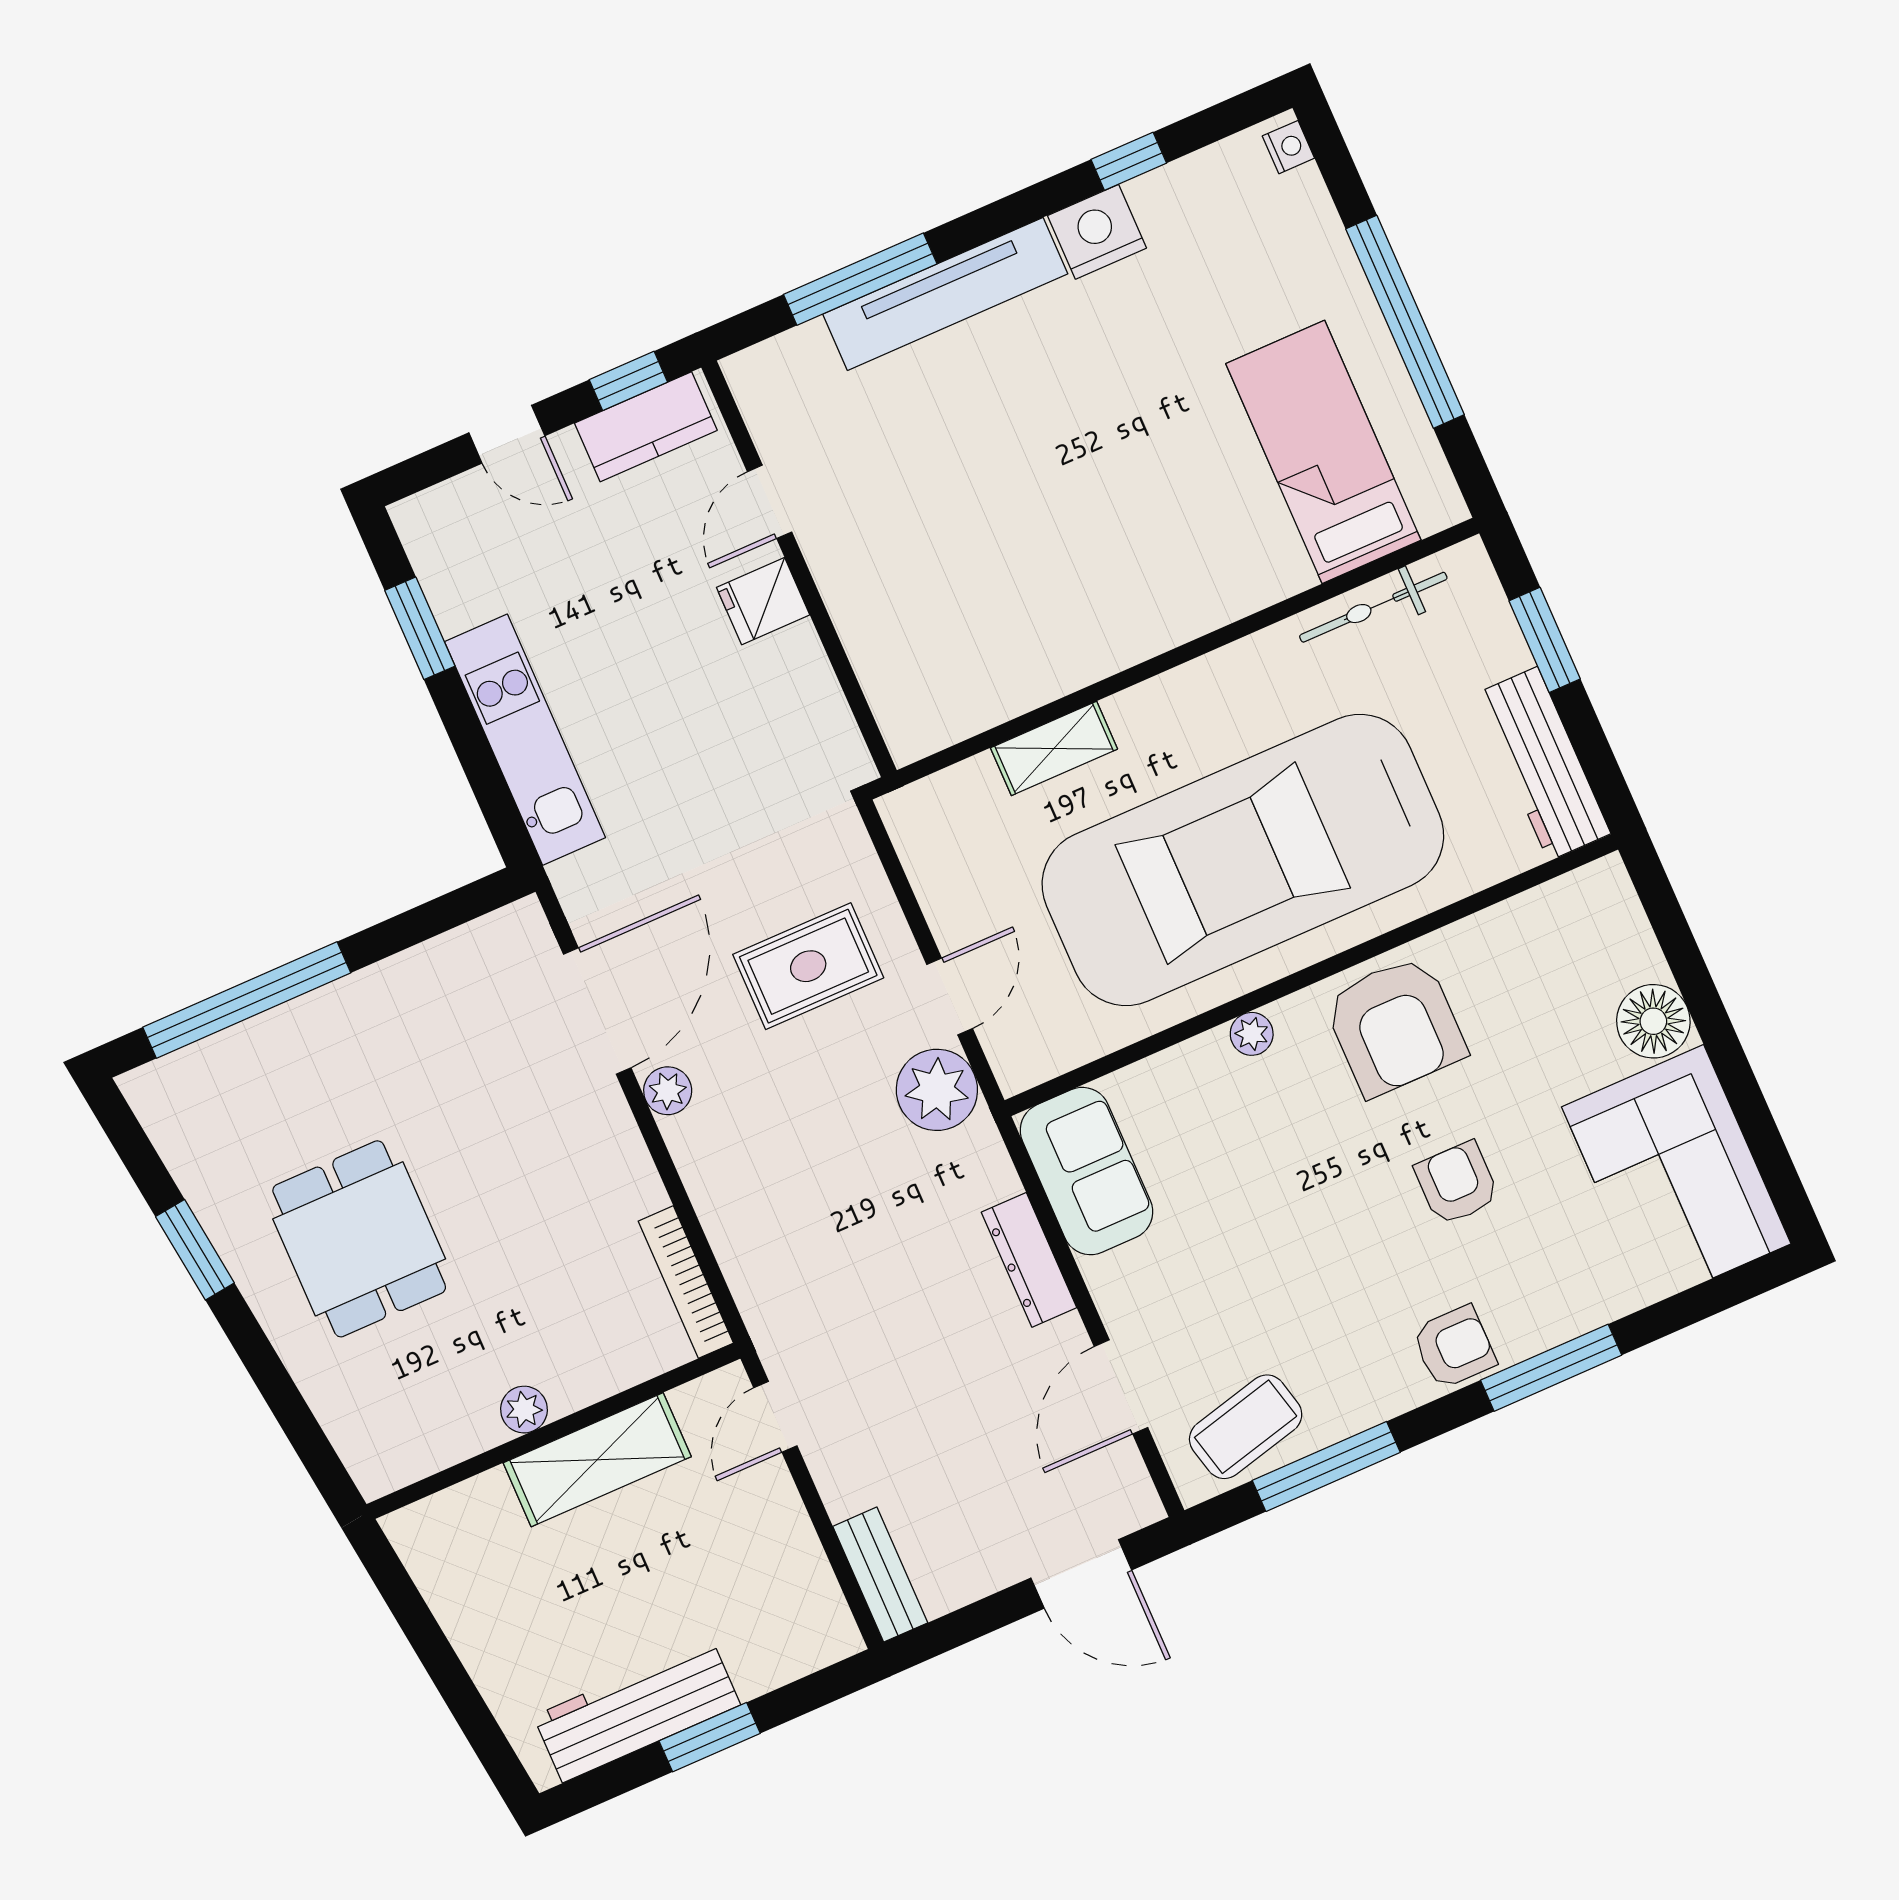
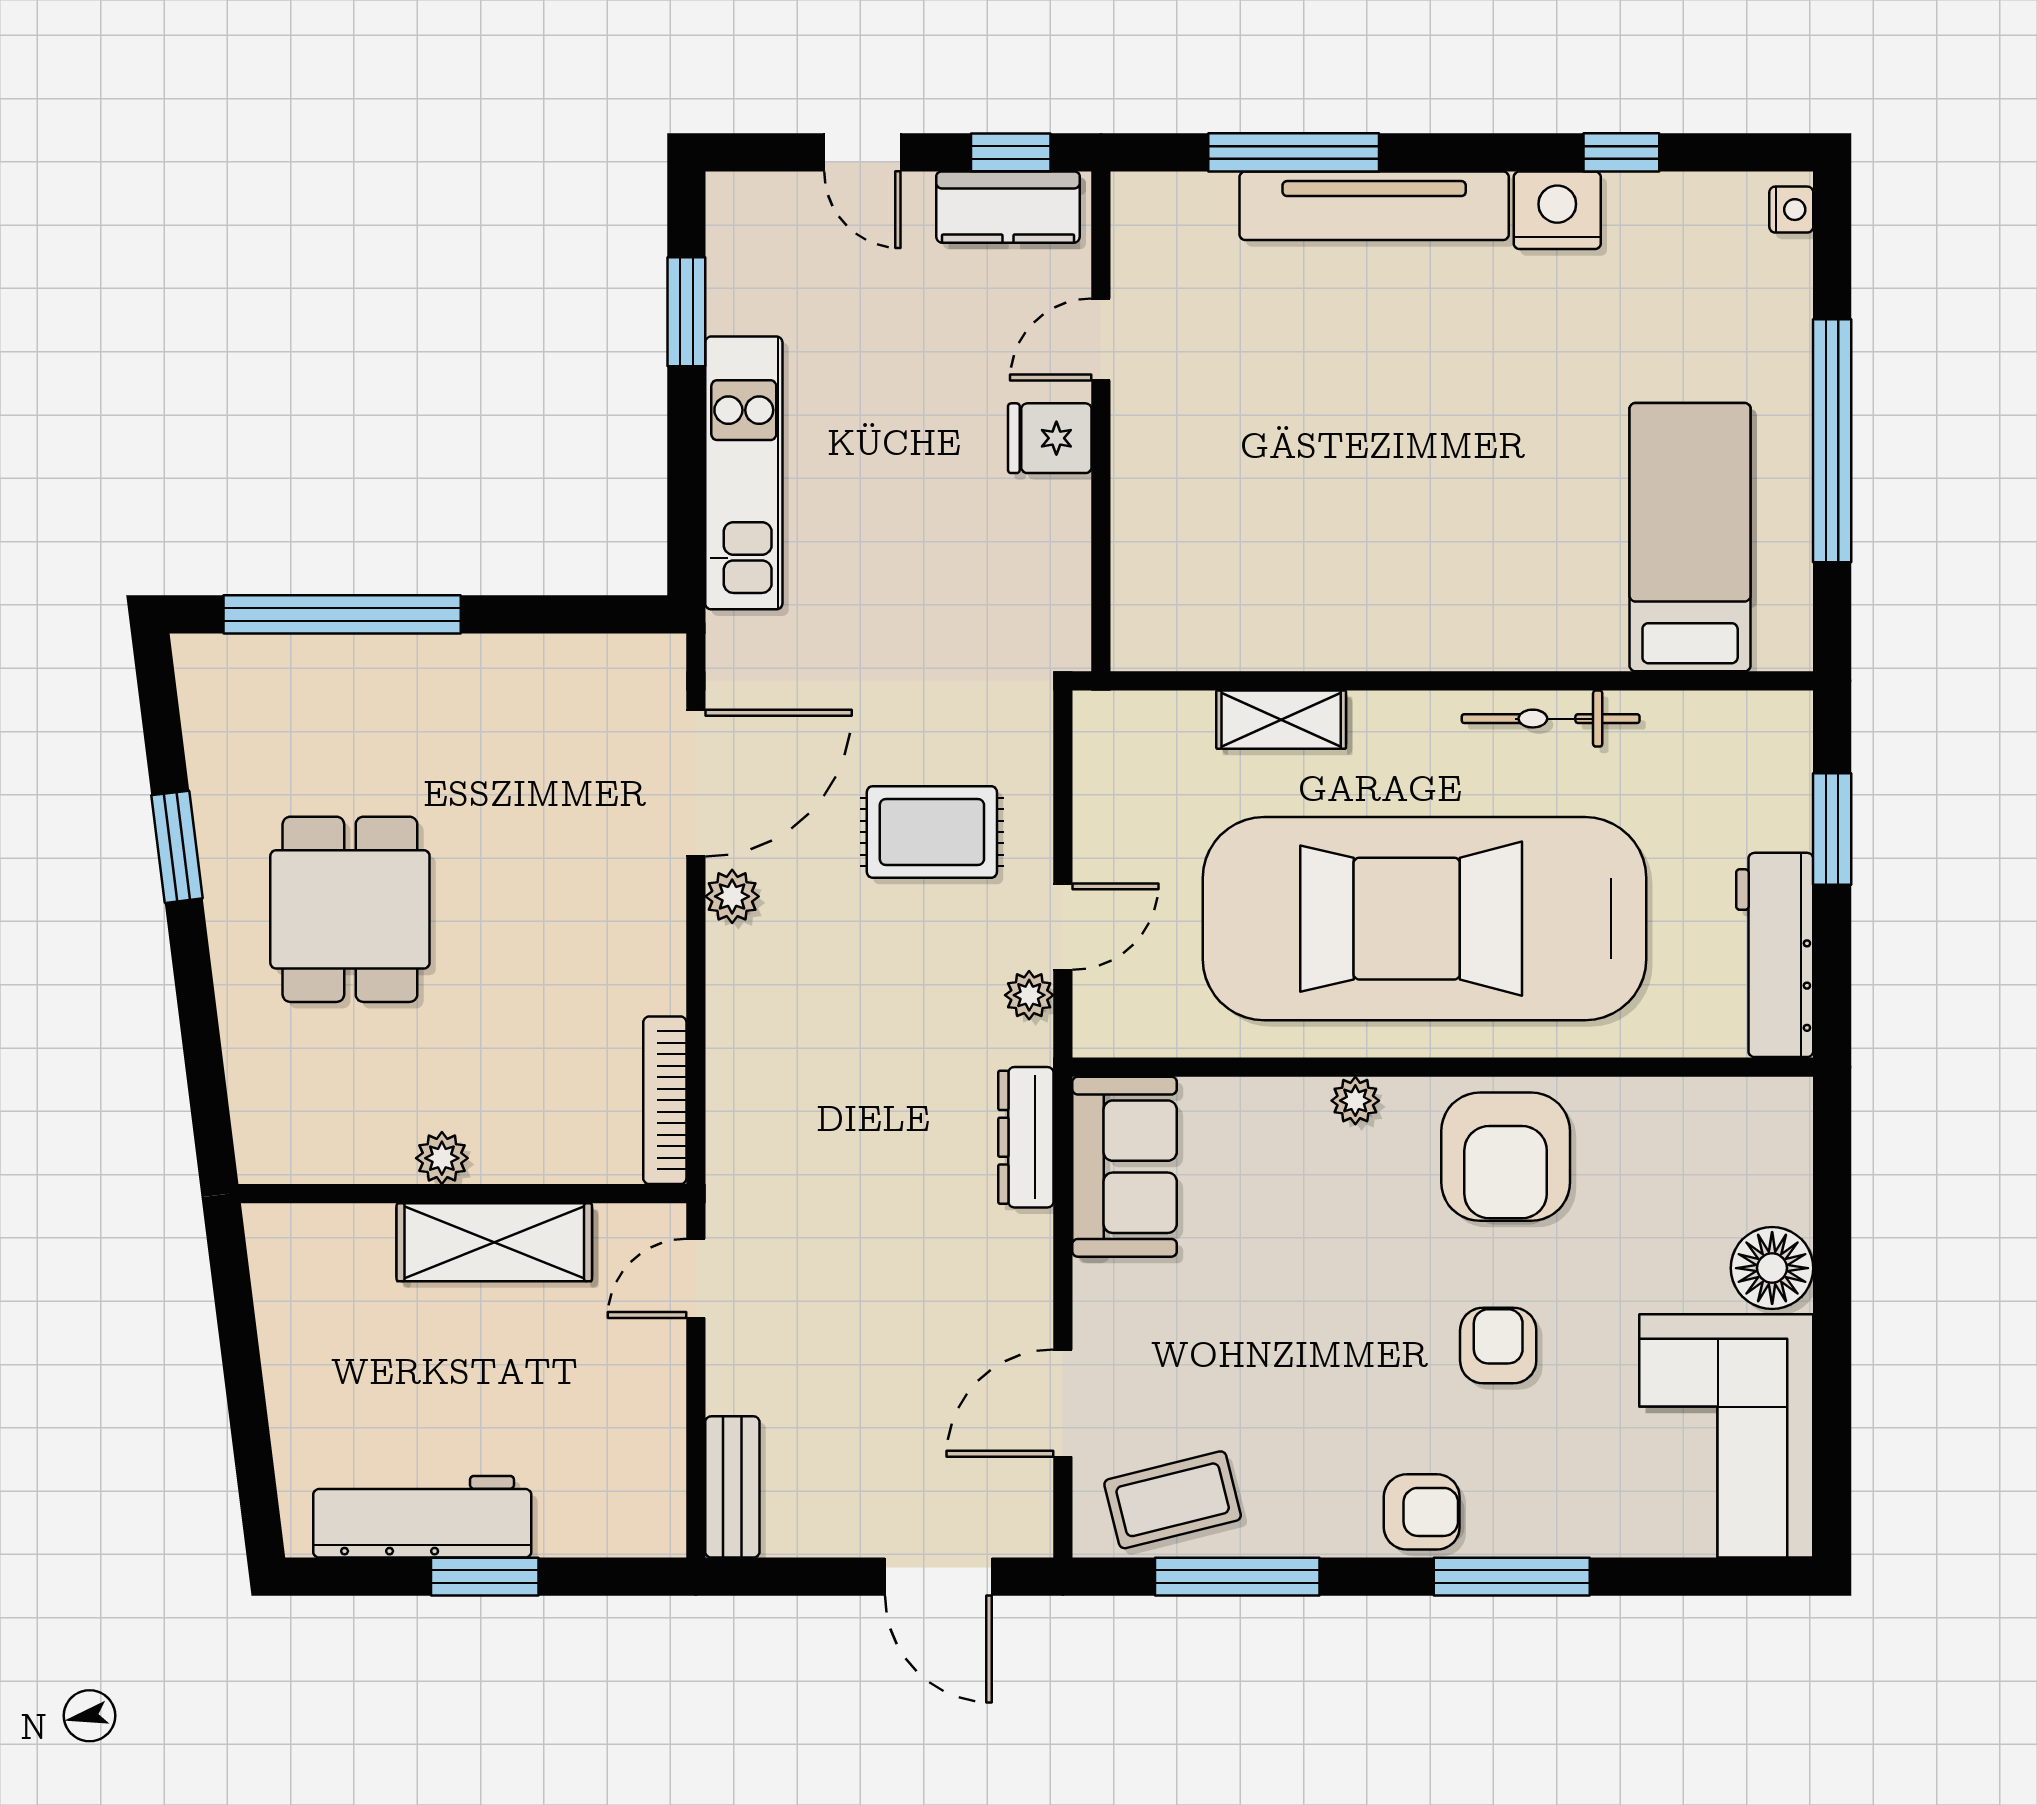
bicycle: (1373, 607) -> (1551, 719), moved
plant: (937, 1090) -> (1029, 995), width x0.53, depth x0.53
dresser: (1029, 1260) -> (1026, 1137), moved

